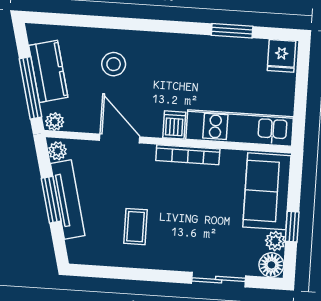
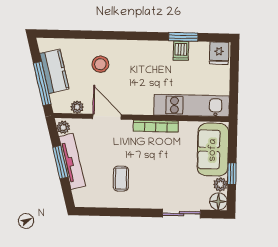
plant: (55, 122) -> (77, 107), moved
dishwasher: (174, 125) -> (181, 51), moved, turned 180

